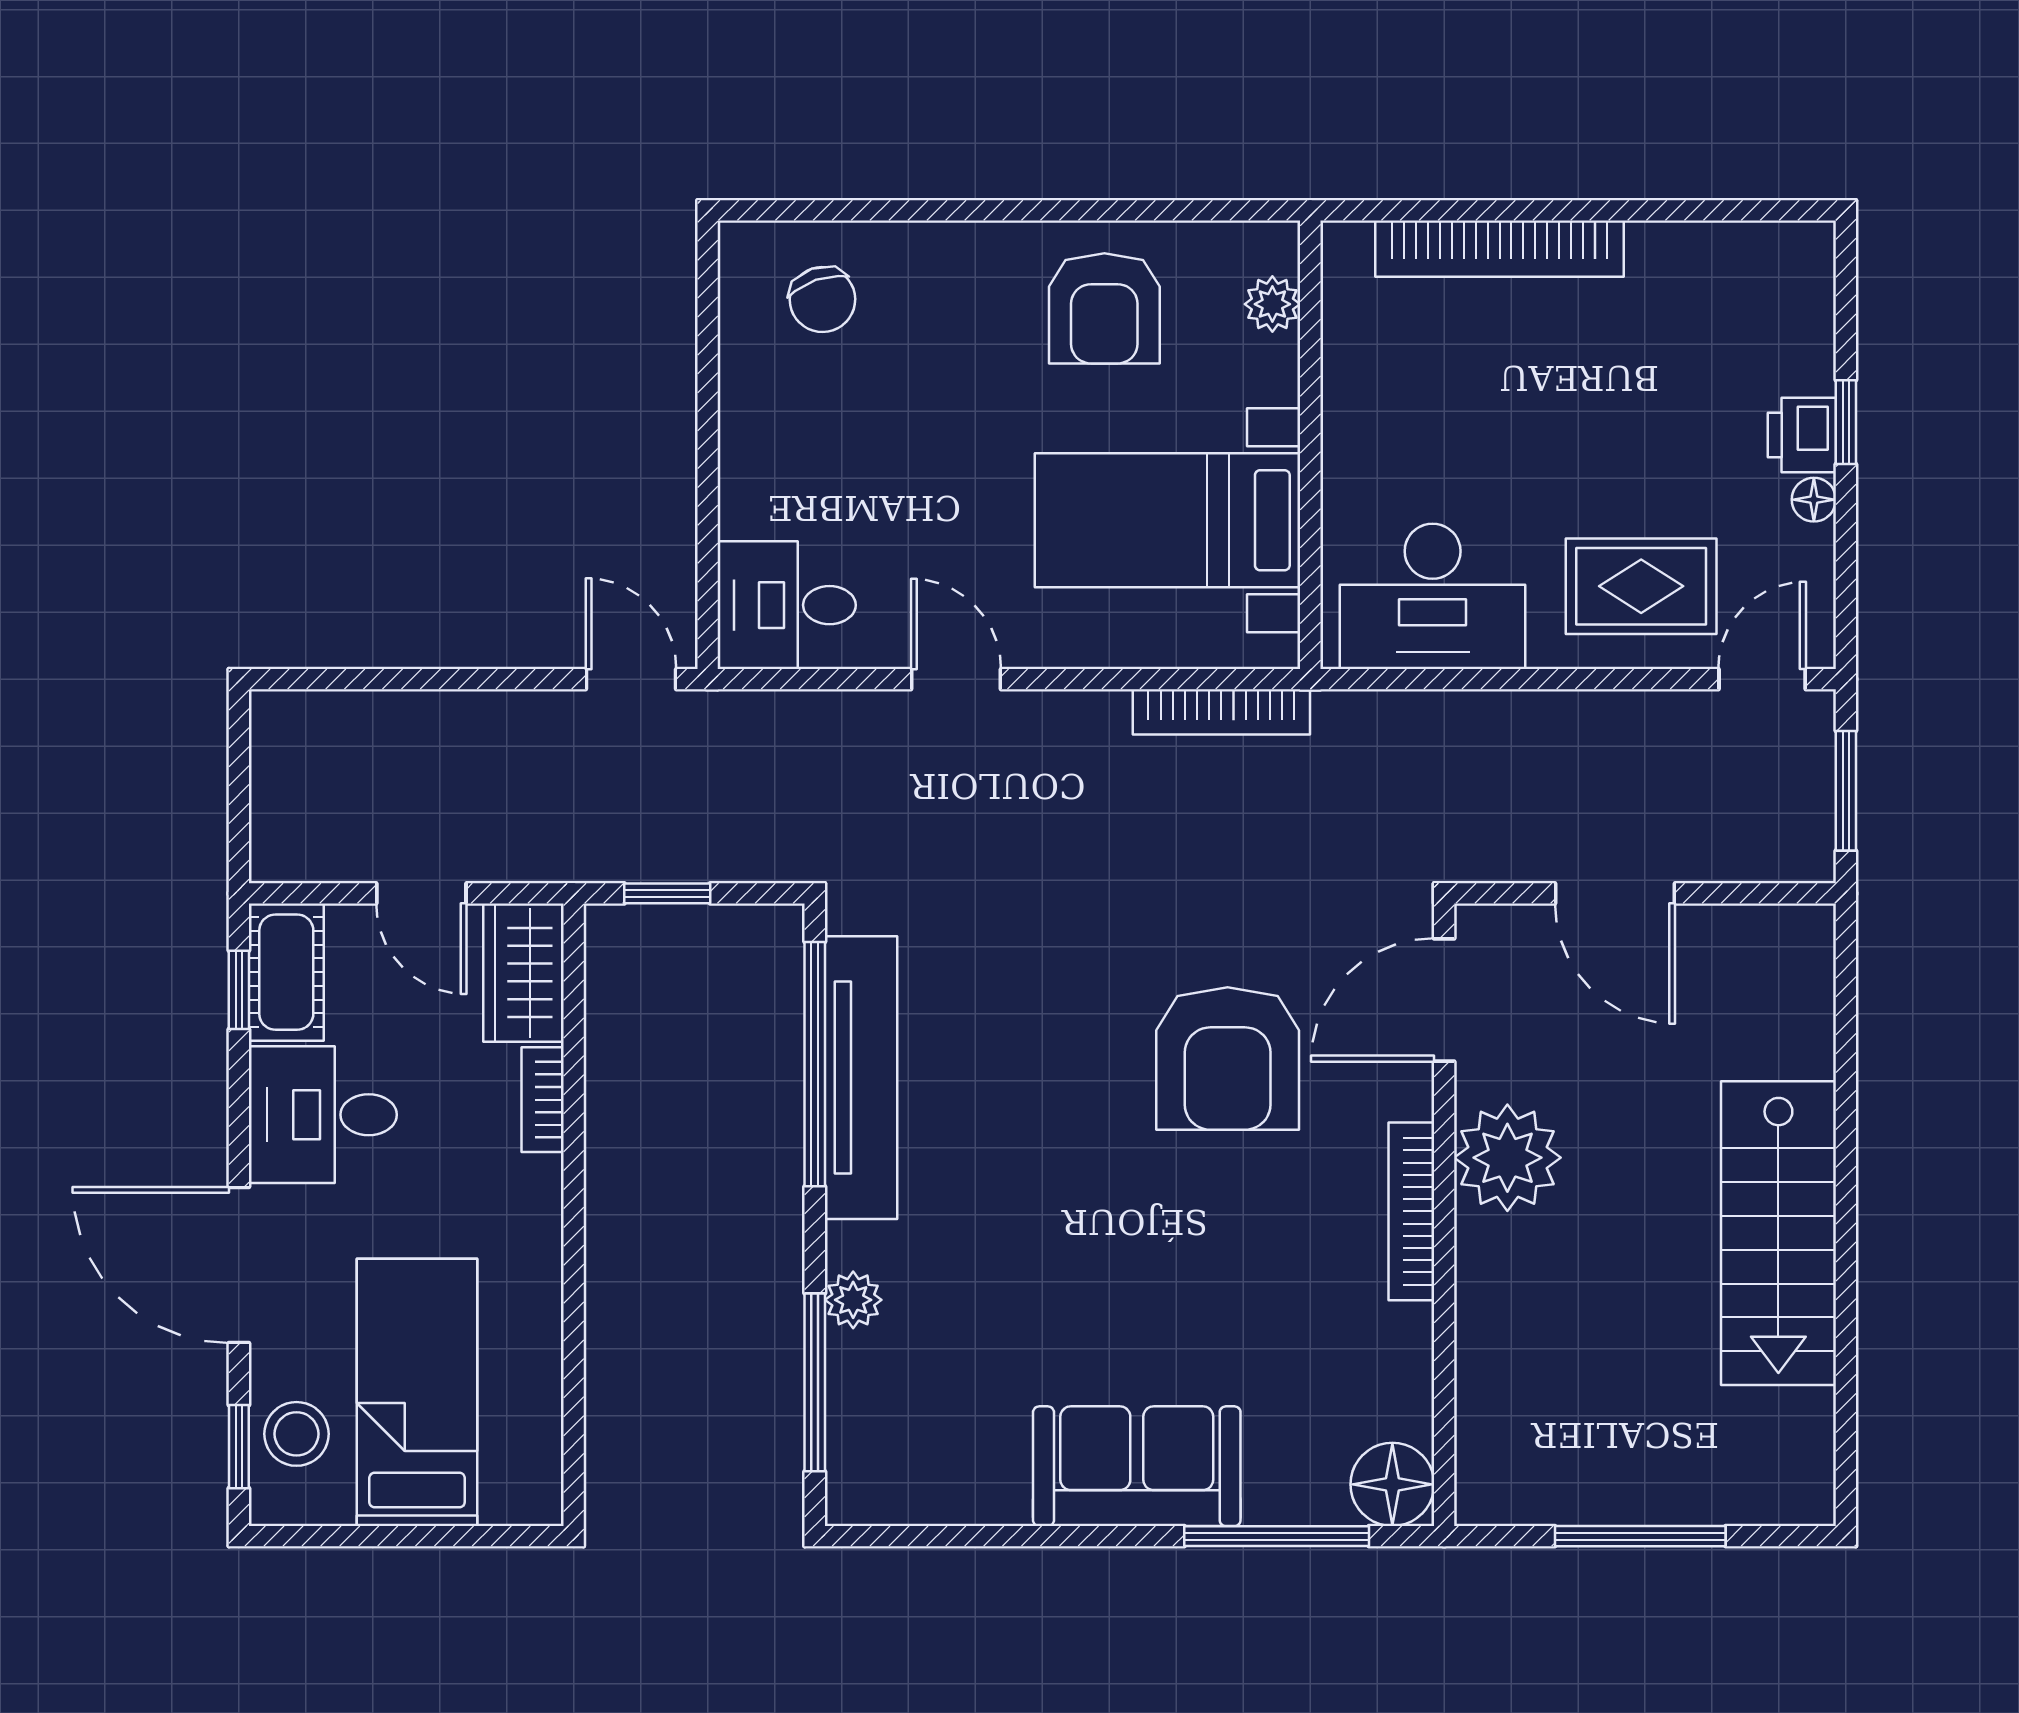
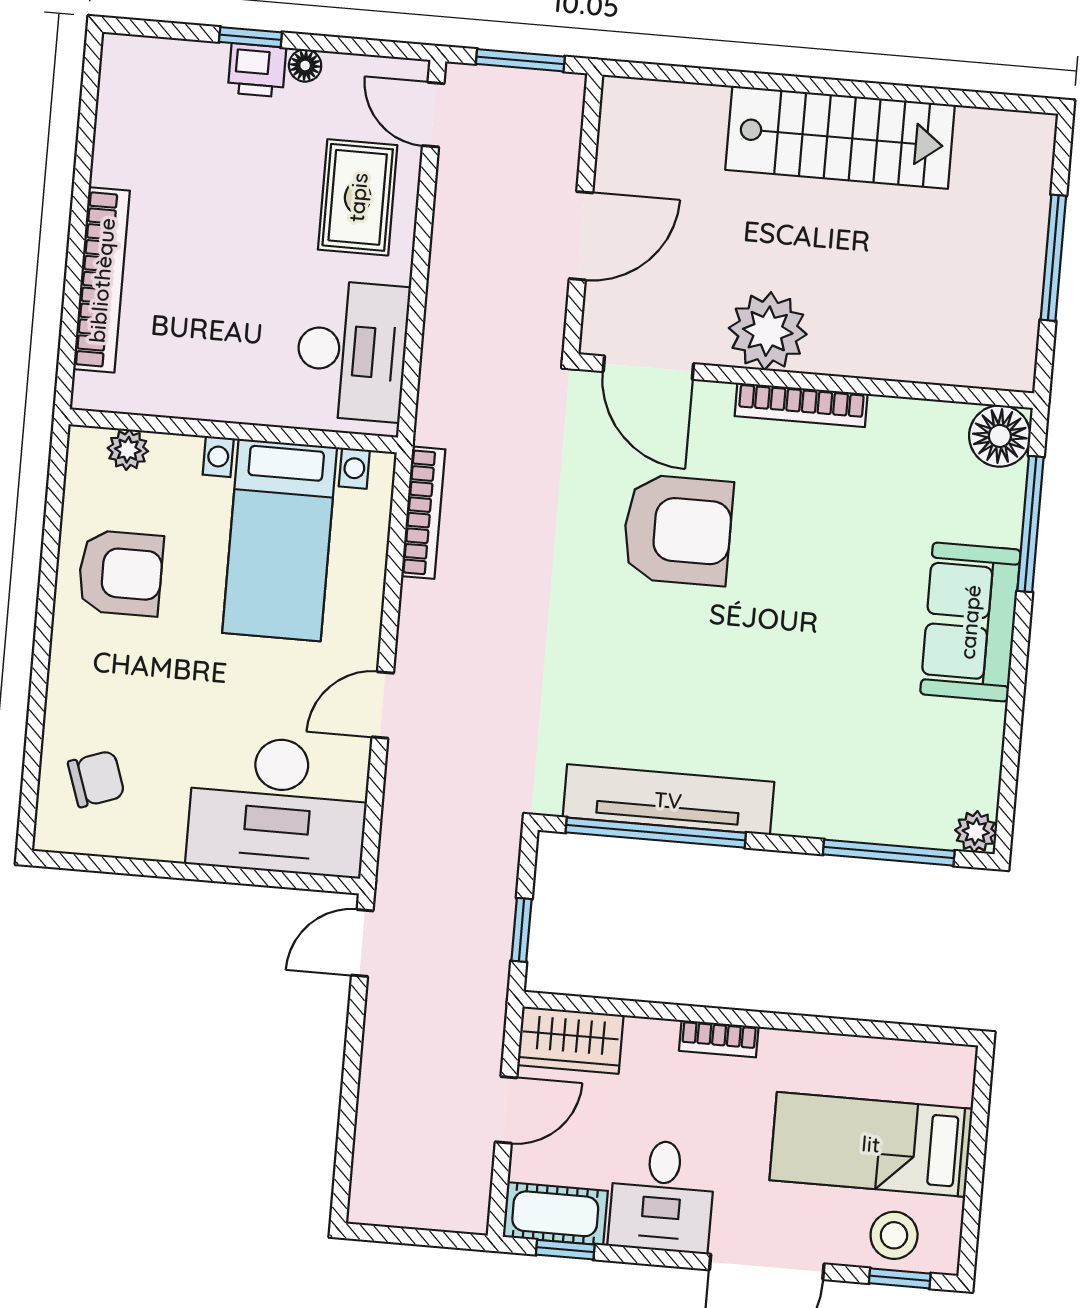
desk: (787, 605) -> (278, 806), width x1.87, depth x1.30
bookcase: (543, 1100) -> (719, 1039), moved
plant: (853, 1300) -> (976, 832), moved

